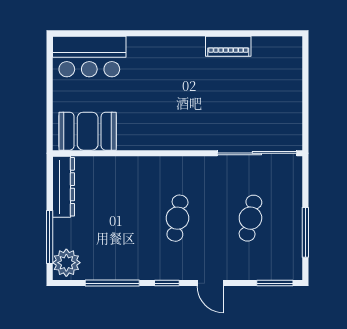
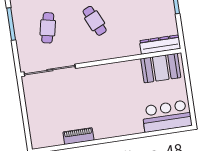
dresser: (63, 187) -> (160, 45), moved, turned 90
cafe table: (177, 218) -> (95, 21), turned -33

